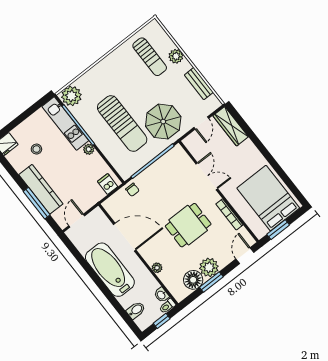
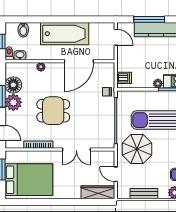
dining table: (188, 225) -> (53, 111), turned 90

